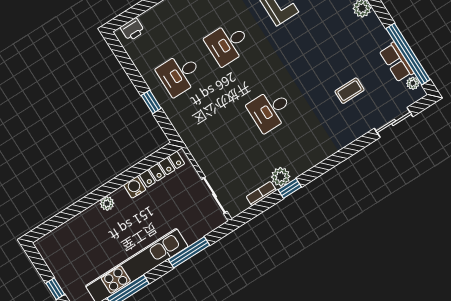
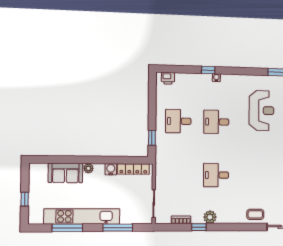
coffee table: (350, 91) -> (255, 214), moved
window: (151, 102) -> (152, 138), moved
plant: (281, 177) -> (210, 217), moved
sofa: (83, 227) -> (65, 173), added

